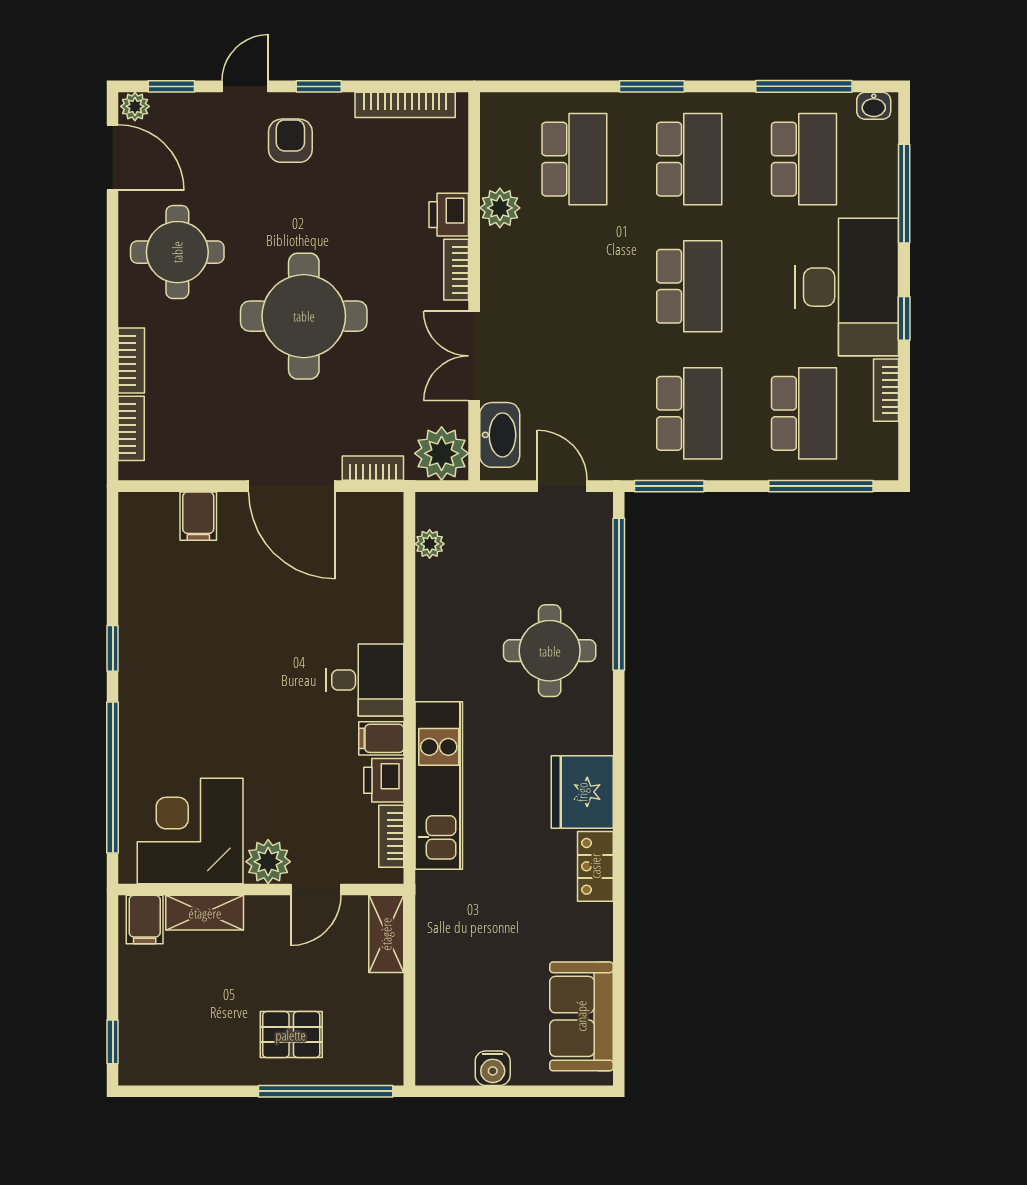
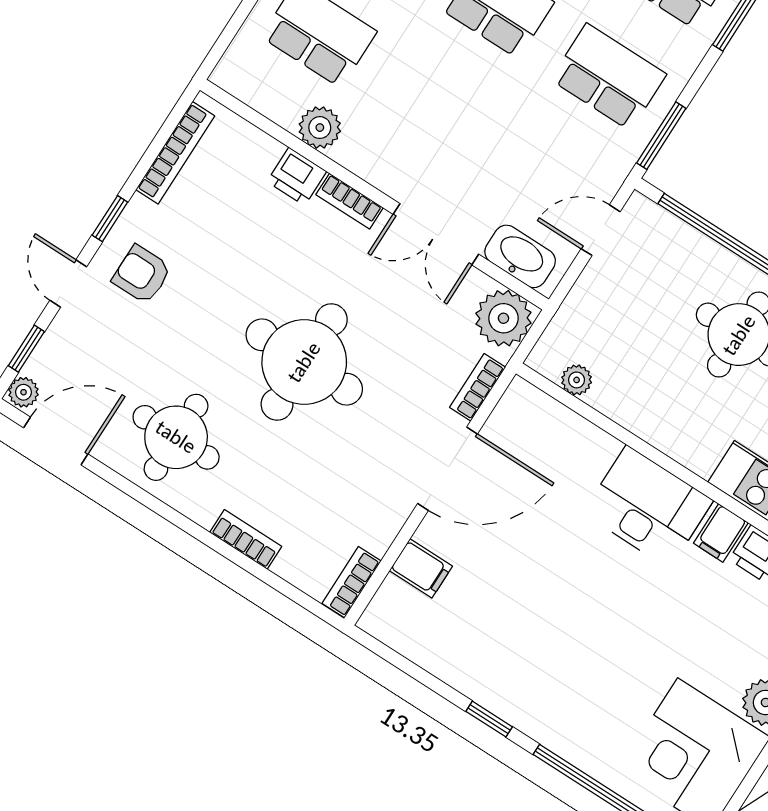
bookcase: (131, 428) -> (352, 582), moved, turned -90
desk: (365, 680) -> (648, 507), width x1.37

